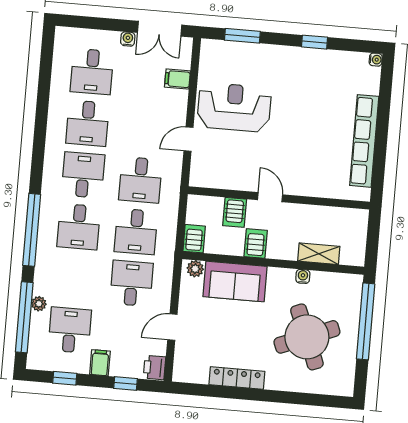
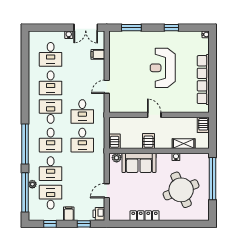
reception desk: (234, 107) -> (163, 68), moved, turned -90
server rack: (235, 212) -> (203, 125), moved
desk: (131, 283) -> (51, 169), moved, turned 180

